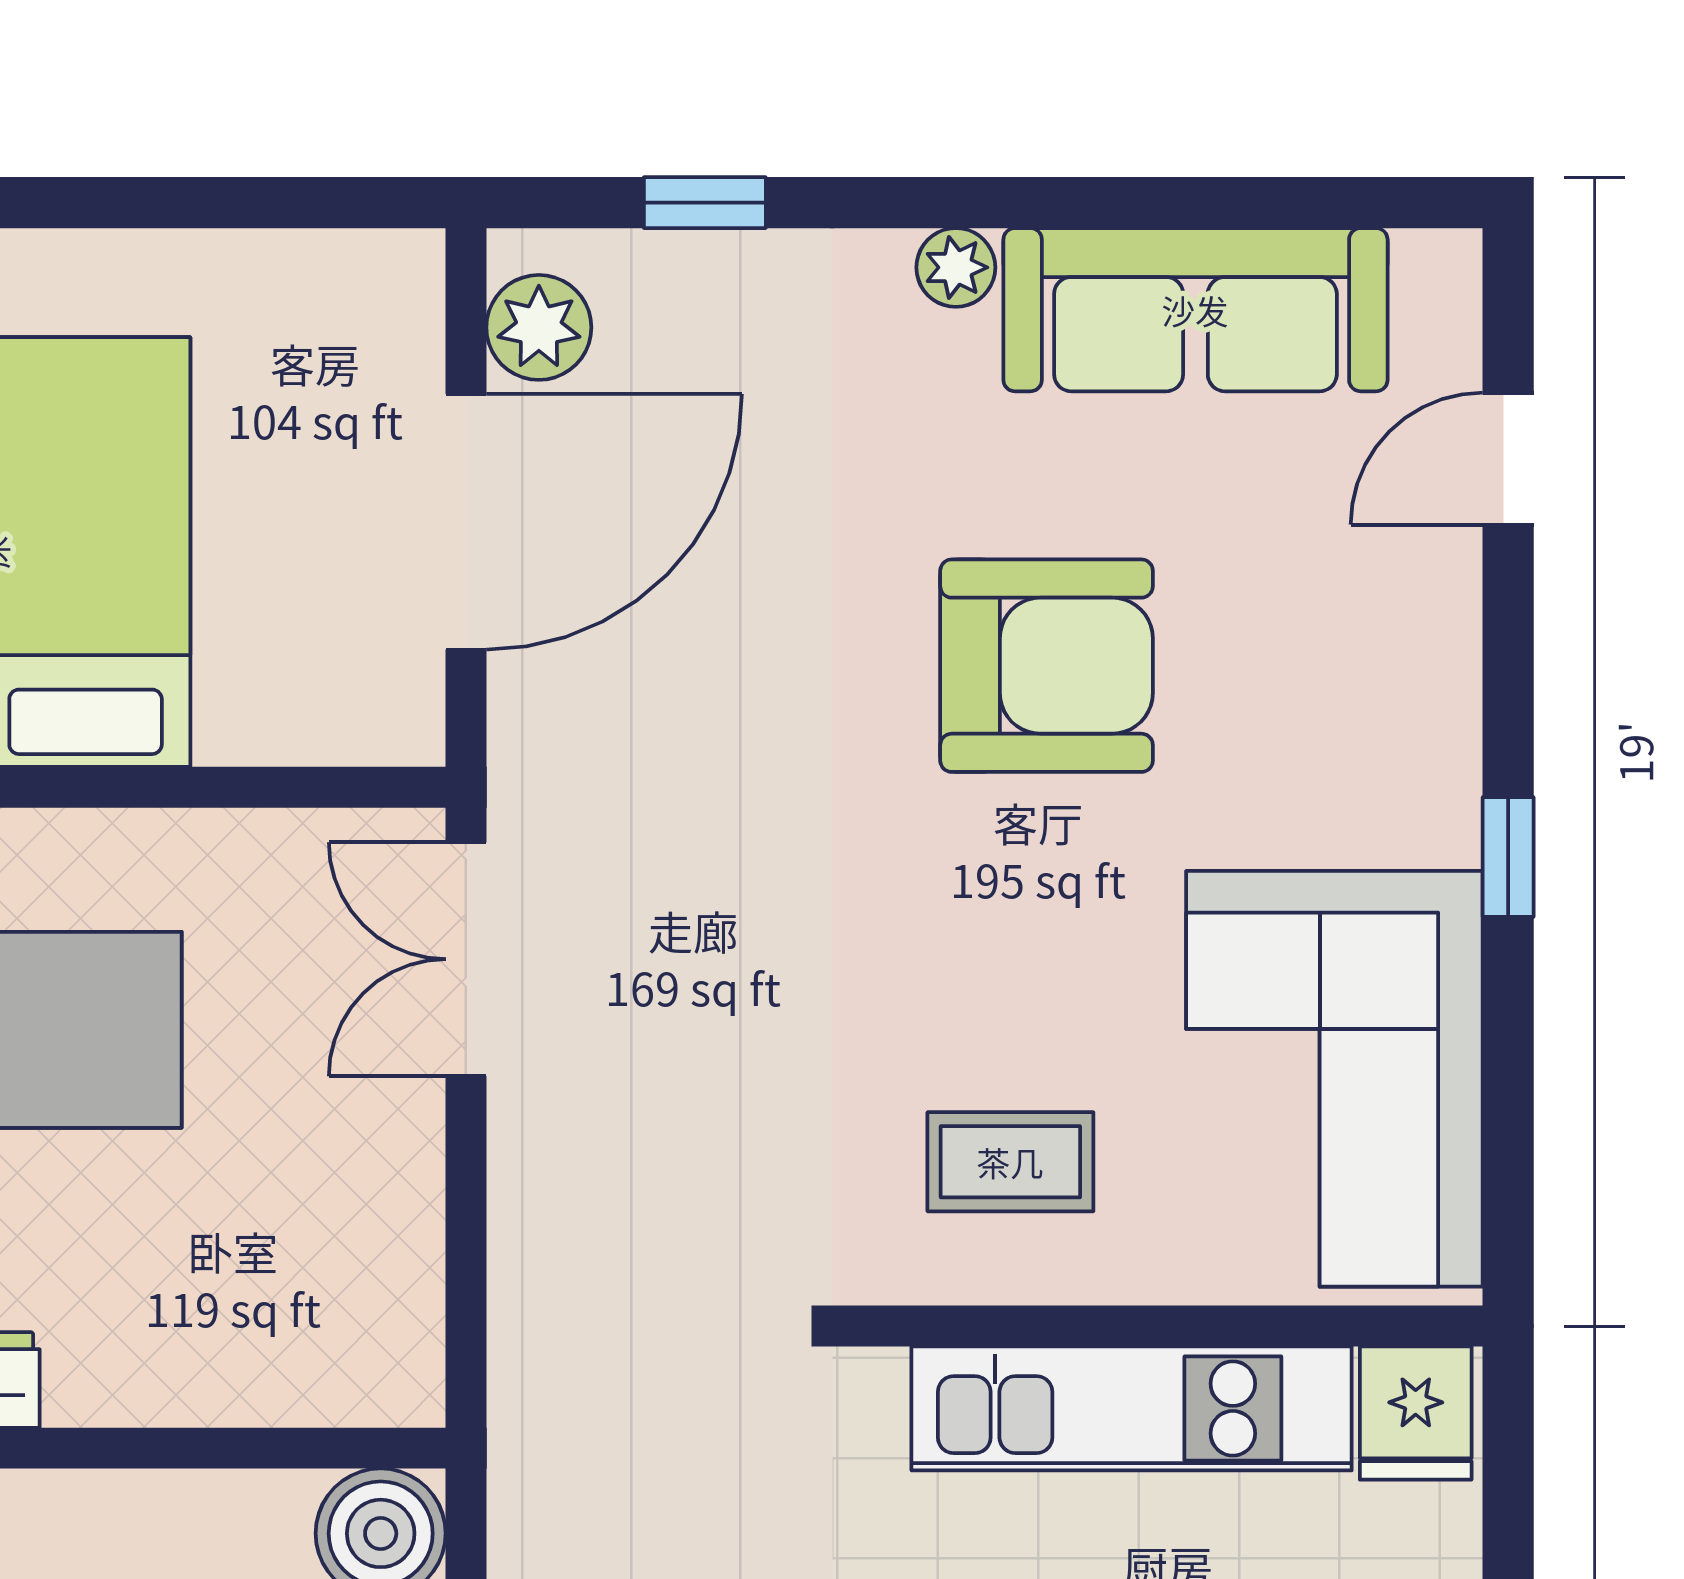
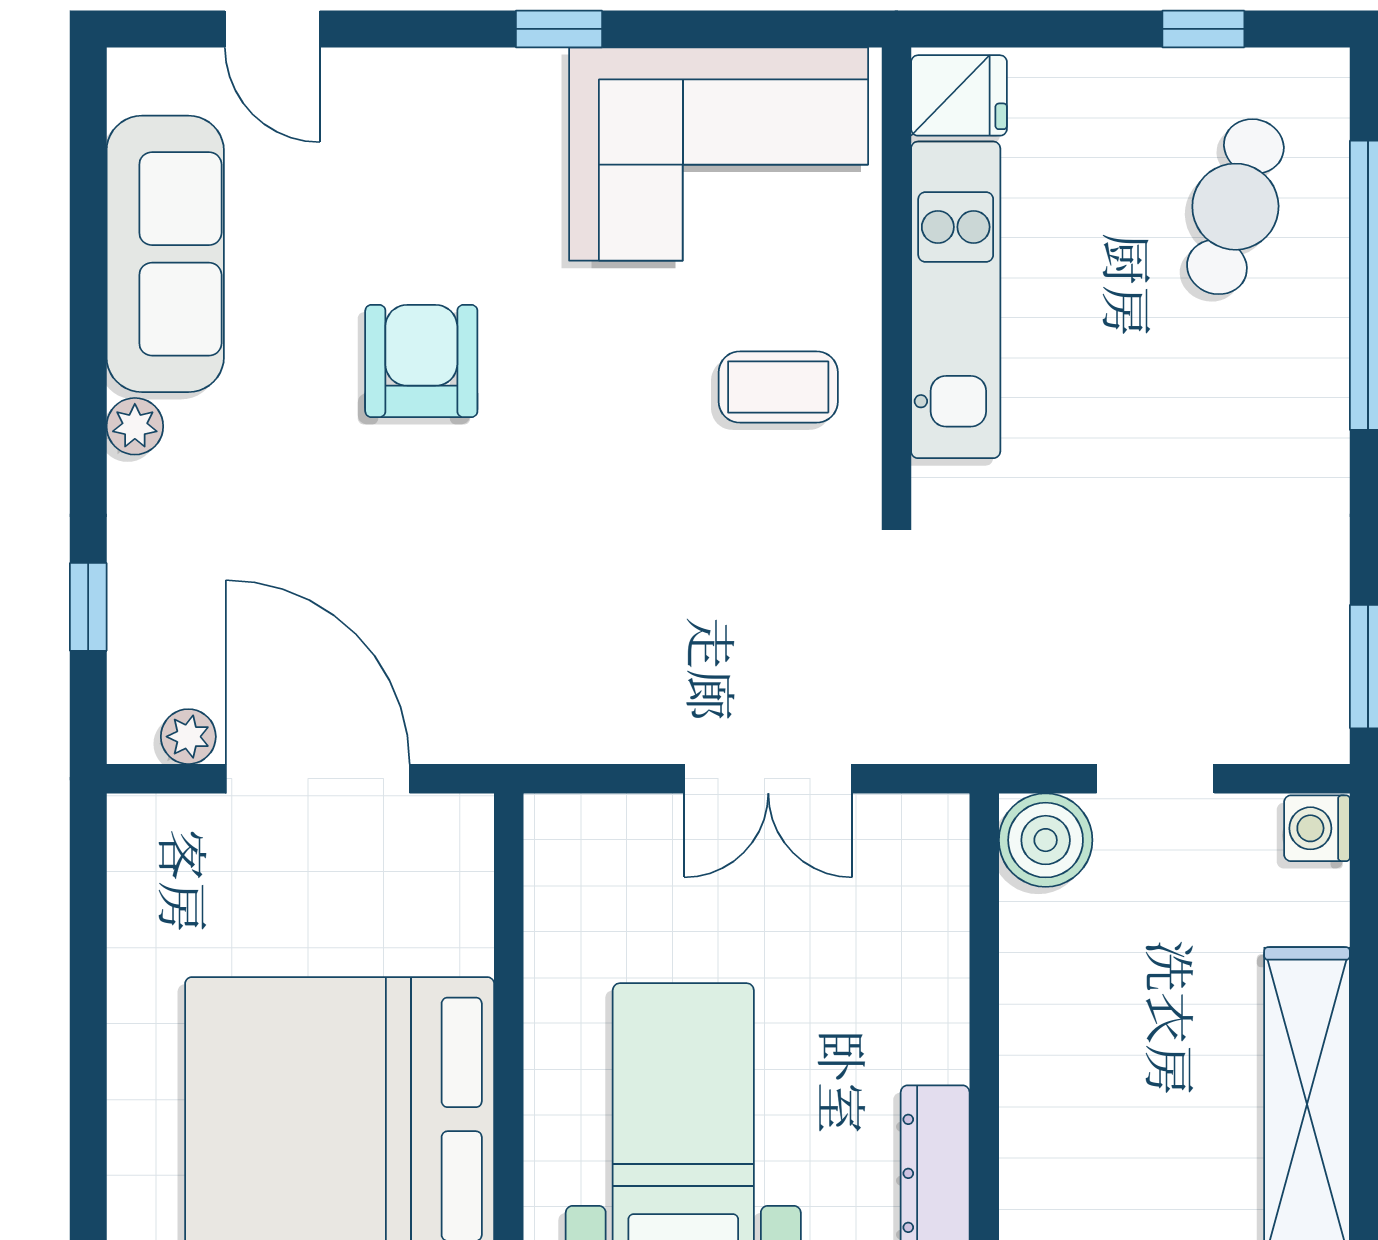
plant: (539, 327) -> (188, 737), width x0.73, depth x0.73
armchair: (1047, 666) -> (421, 361), width x0.73, depth x0.73
double door: (466, 959) -> (768, 779), moved
coffee table: (1010, 1162) -> (778, 387), turned 90

